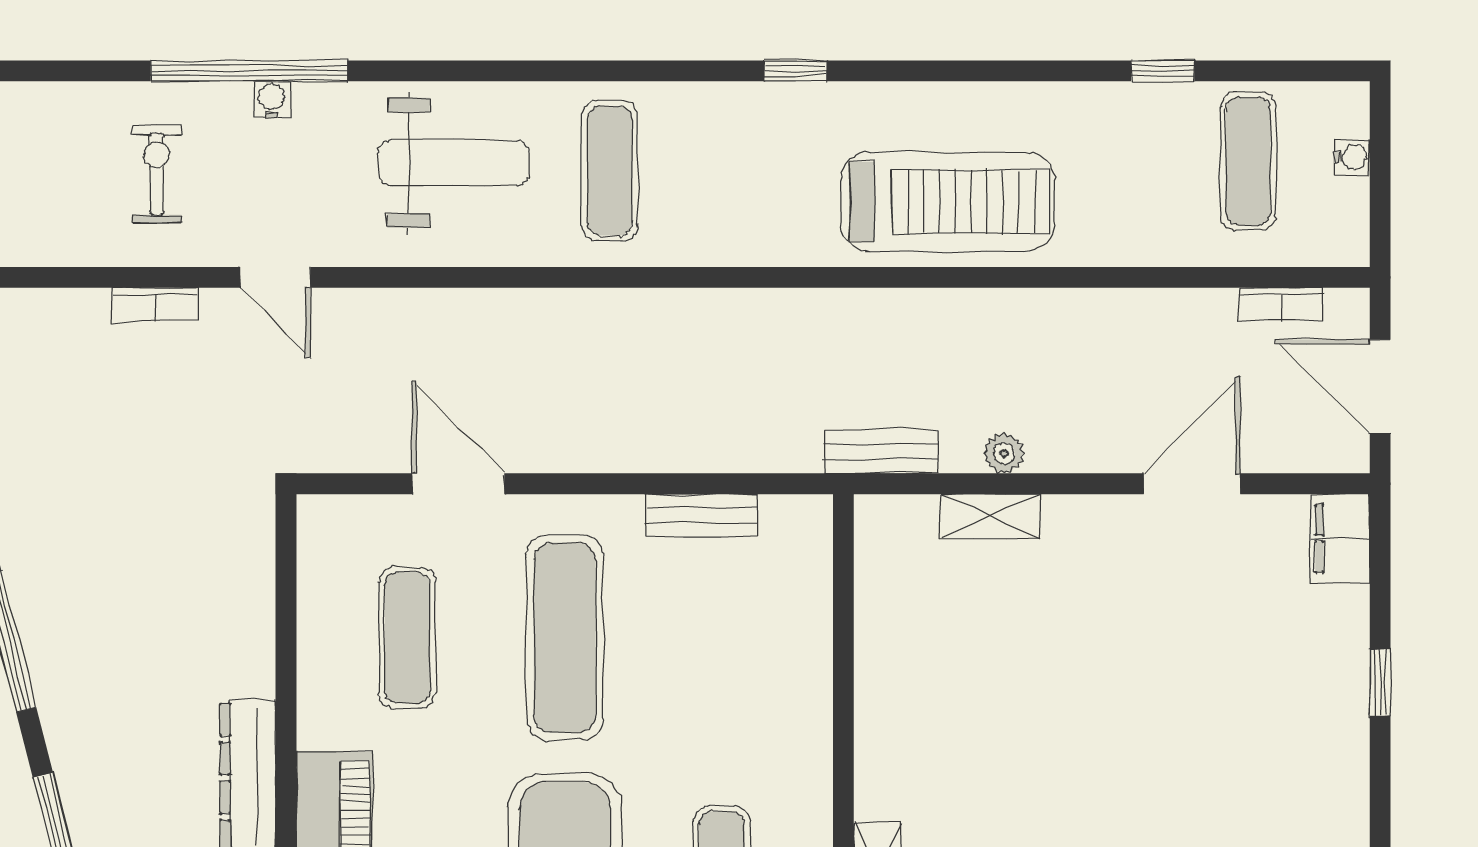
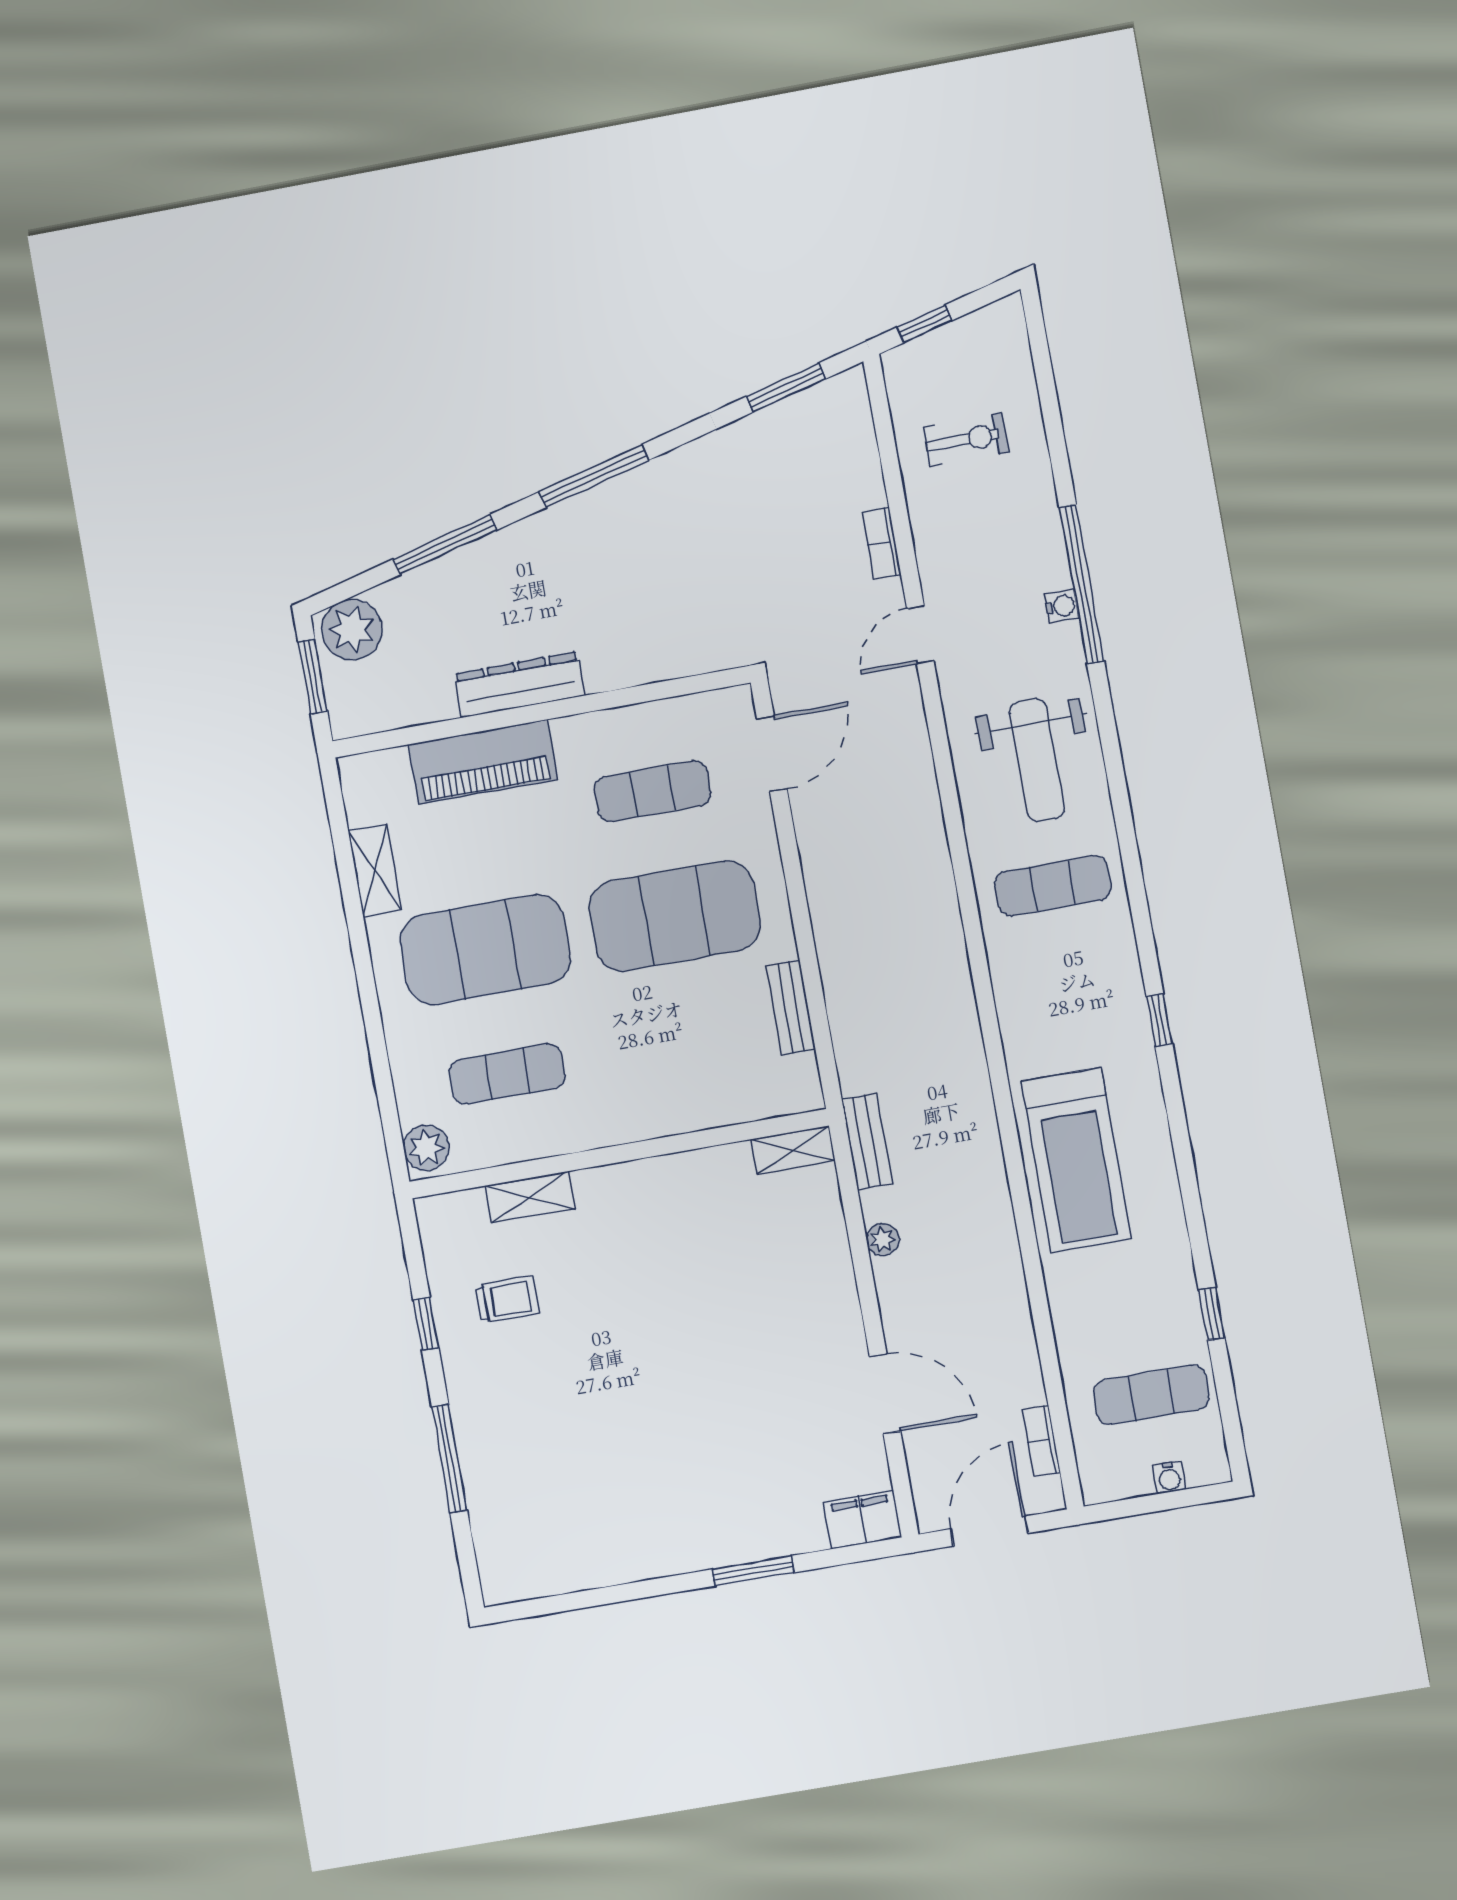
exercise bike: (157, 174) -> (966, 440), moved
door: (458, 484) -> (772, 754), moved
shelving: (990, 516) -> (793, 1150), moved, turned 90
exercise mat: (565, 638) -> (674, 916), width x1.47
window: (1380, 682) -> (753, 1571), width x1.50

